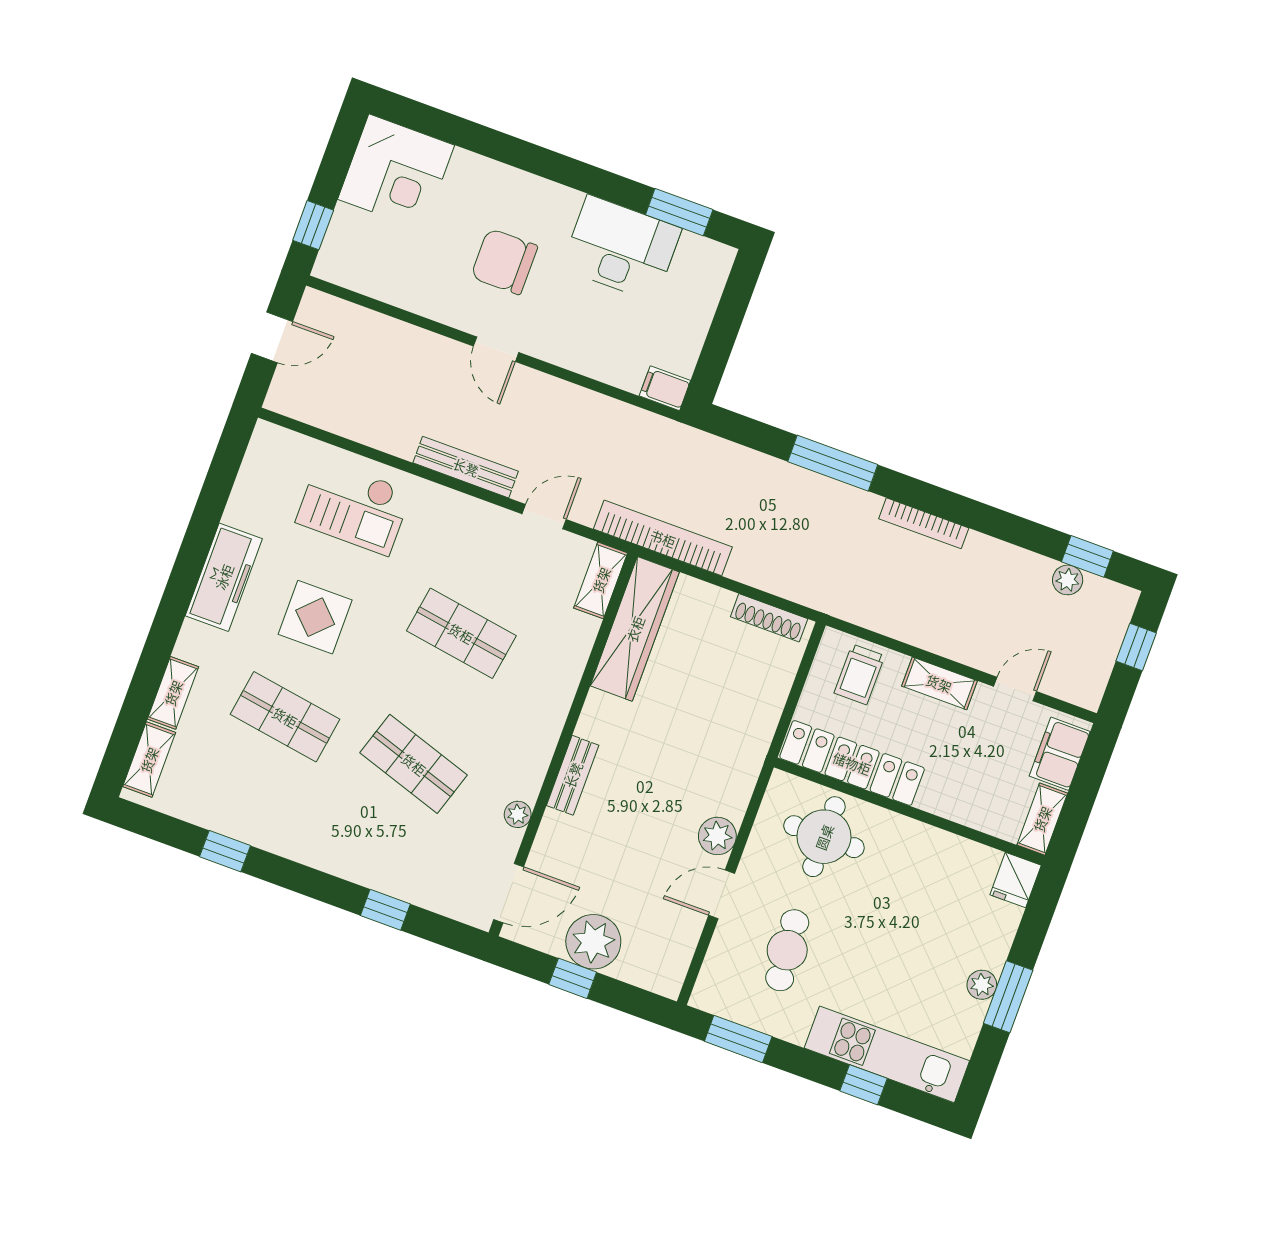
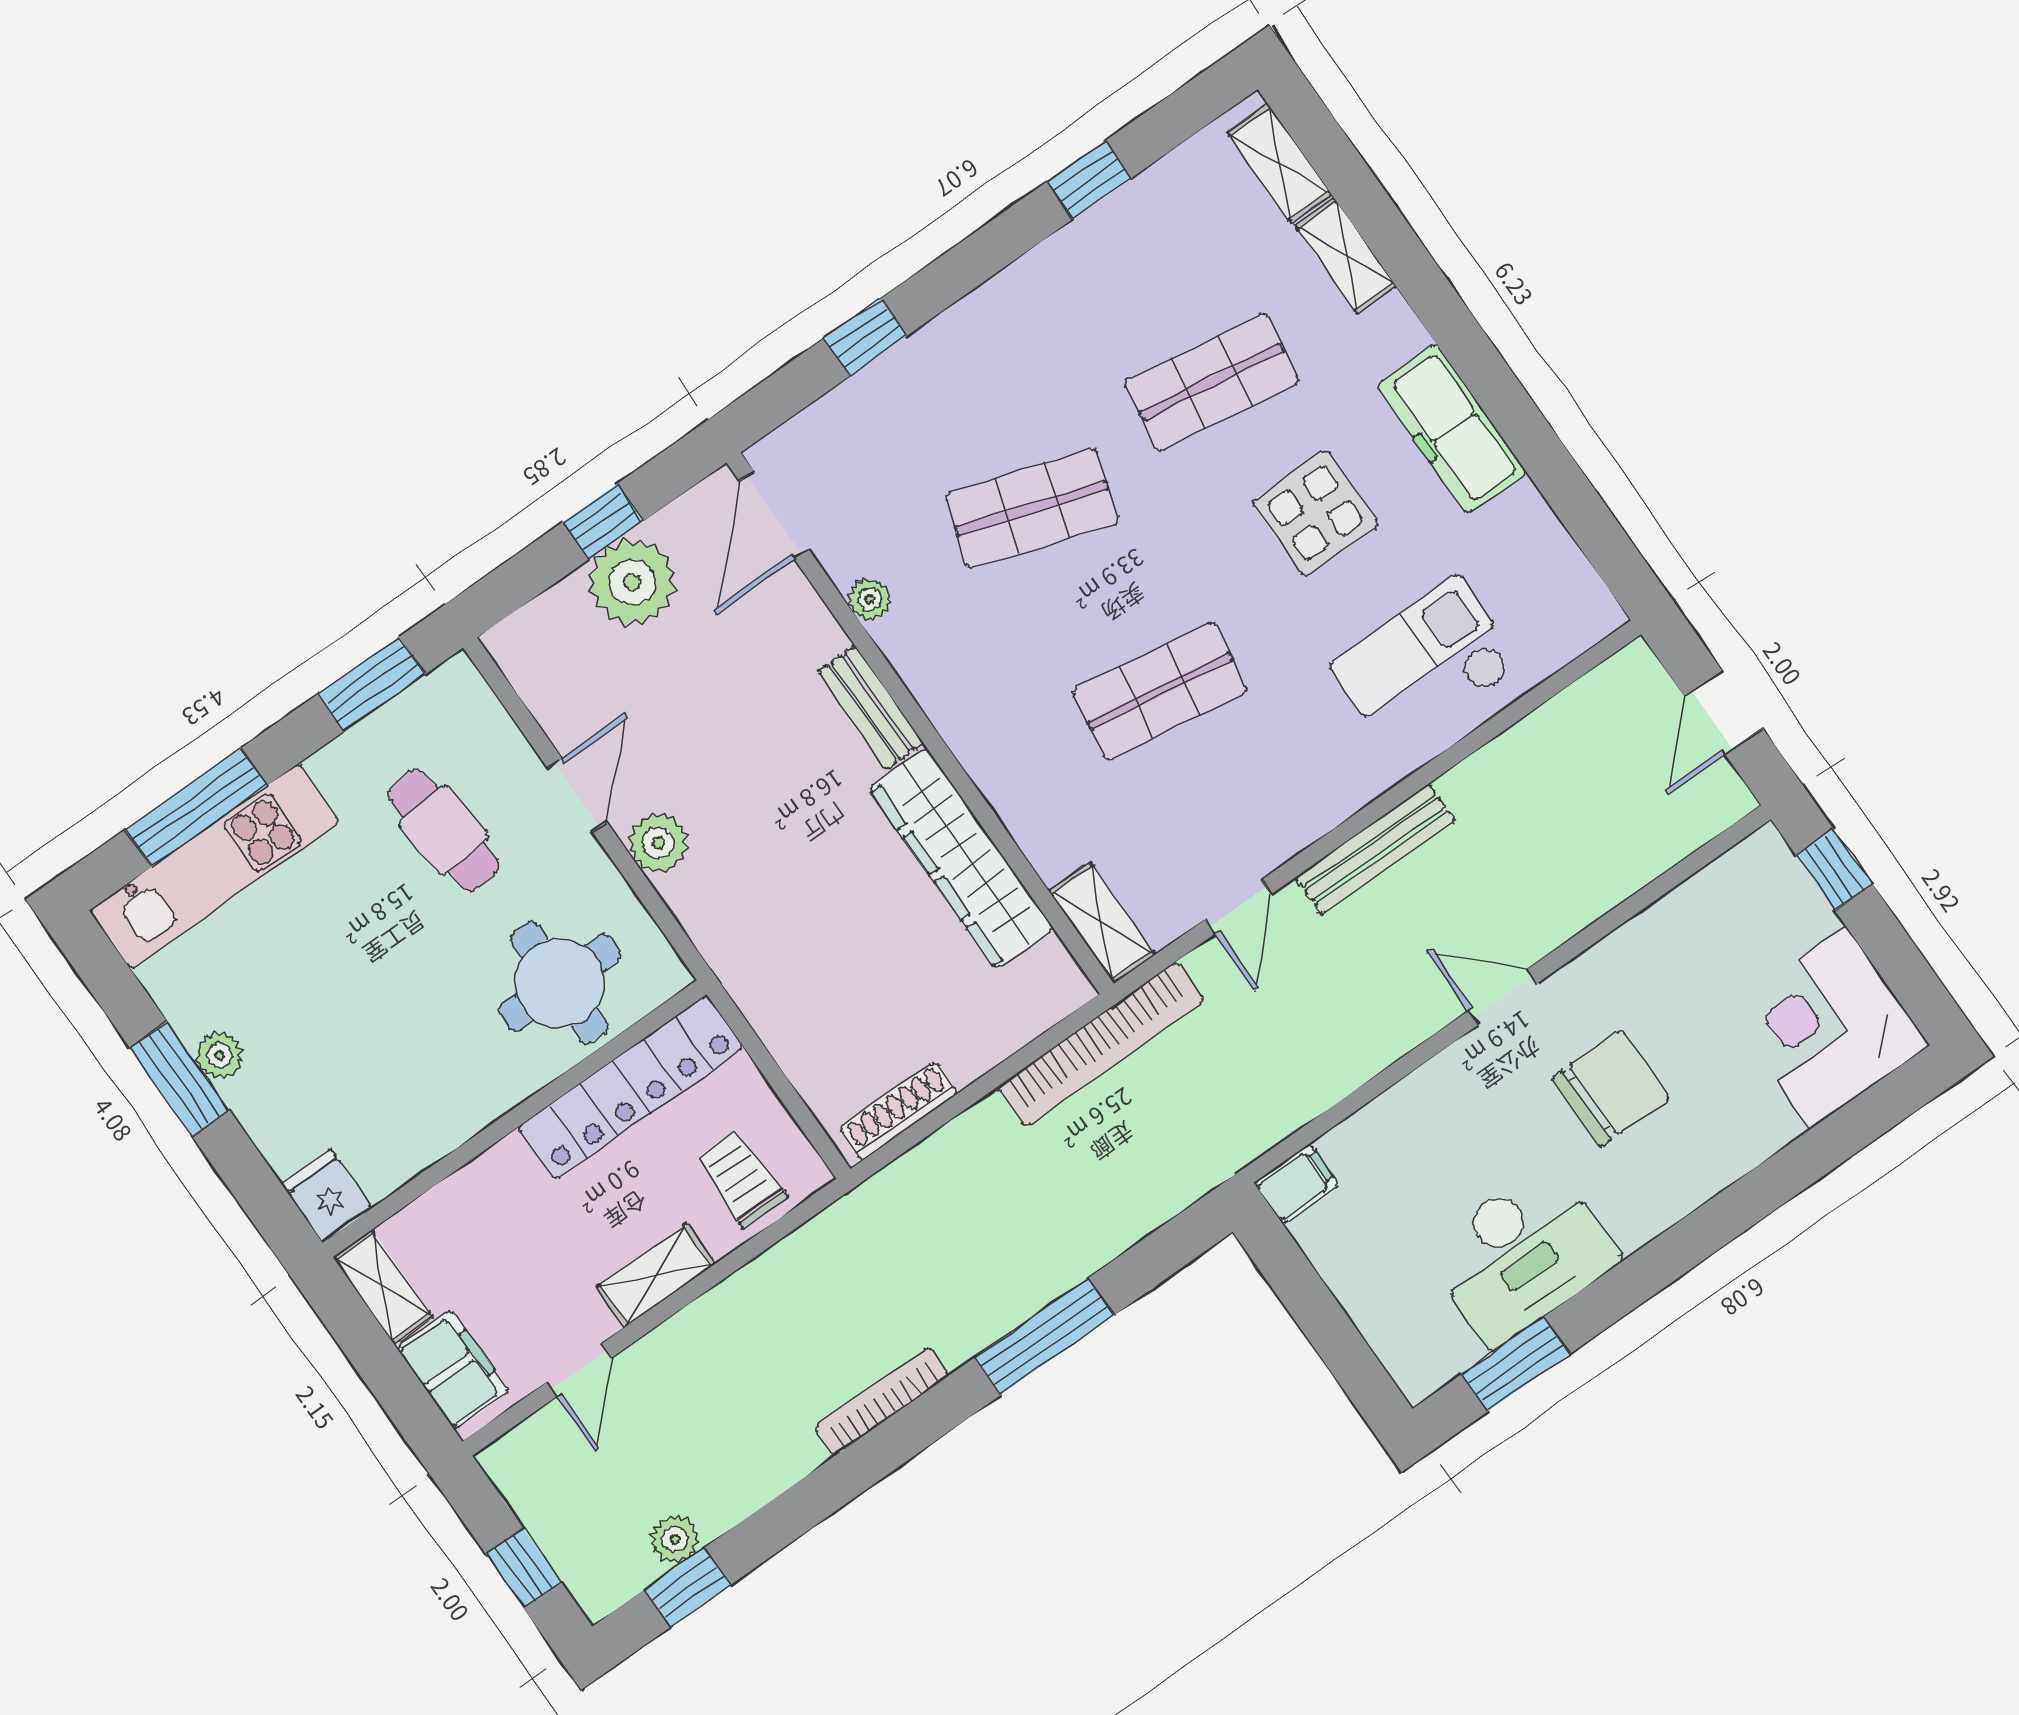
wardrobe: (635, 629) -> (961, 858), moved
window: (863, 1085) -> (196, 807), width x2.17

